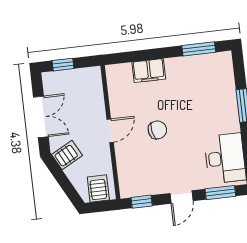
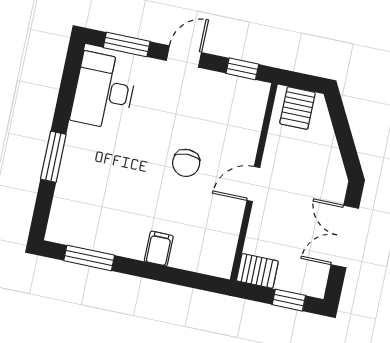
filing cabinet: (149, 71) -> (159, 249), width x0.50
chair: (157, 130) -> (186, 163), turned -78
server rack: (67, 155) -> (257, 271), moved, turned -152

